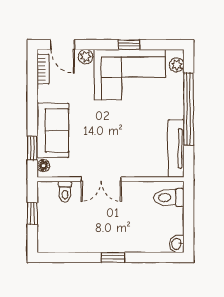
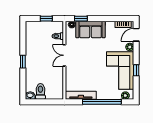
toilet: (169, 198) -> (40, 91), moved

